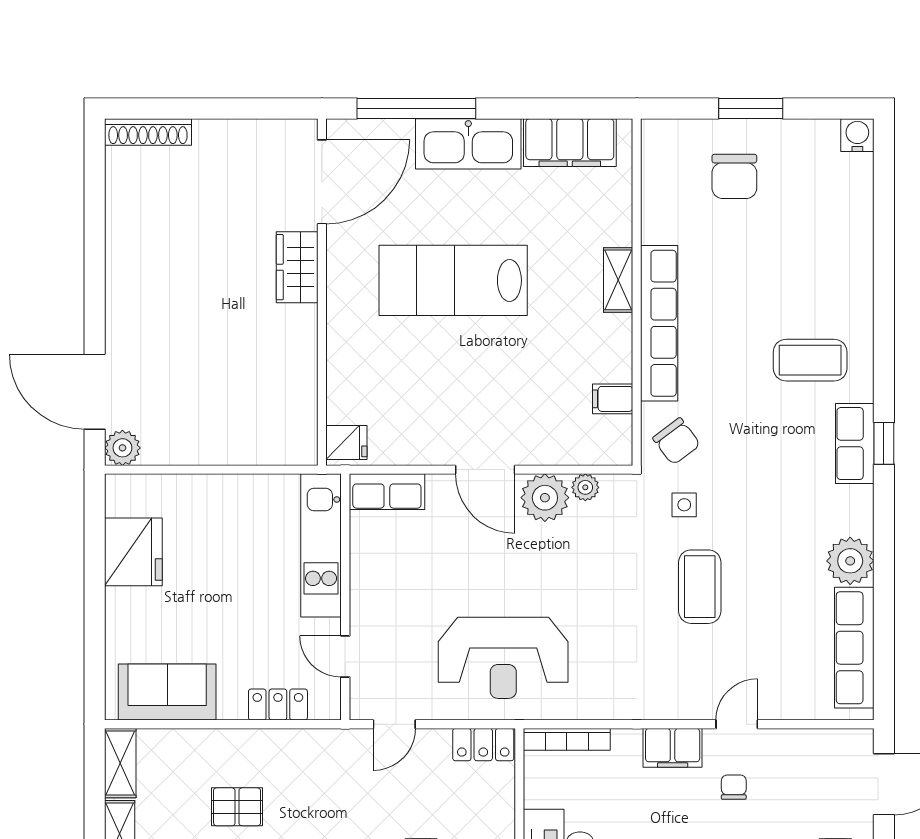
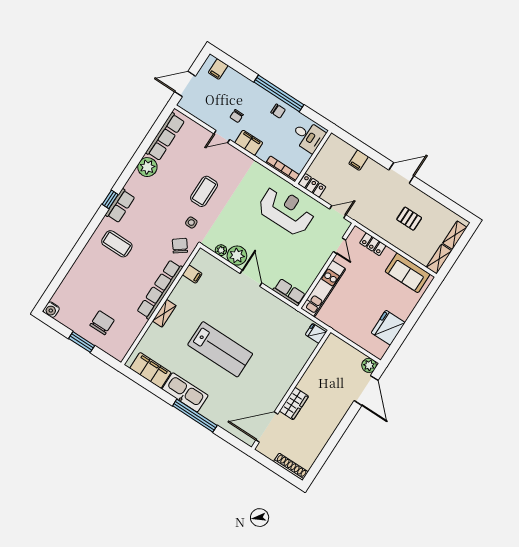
door: (322, 182) -> (267, 427), moved
wardrobe: (297, 267) -> (294, 404), moved
wall: (322, 292) -> (291, 390), moved
fridge: (346, 443) -> (316, 333), moved

